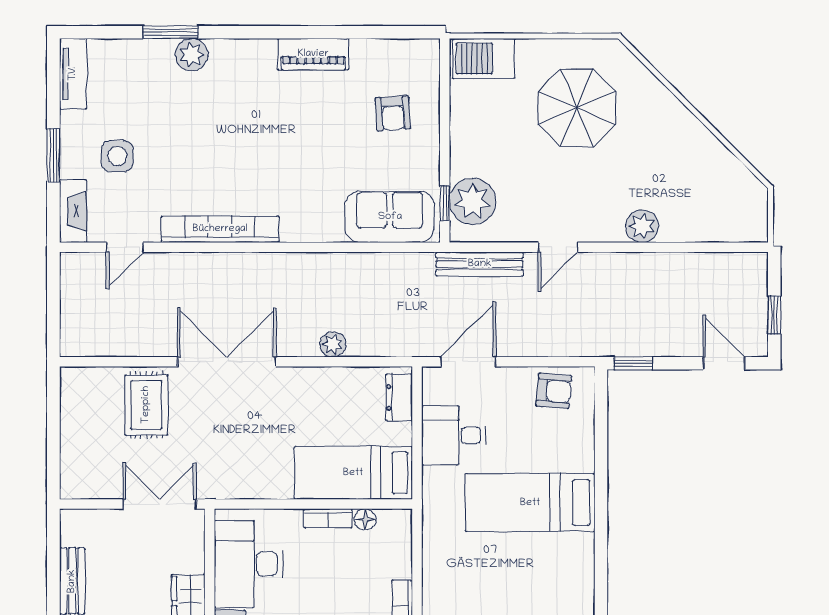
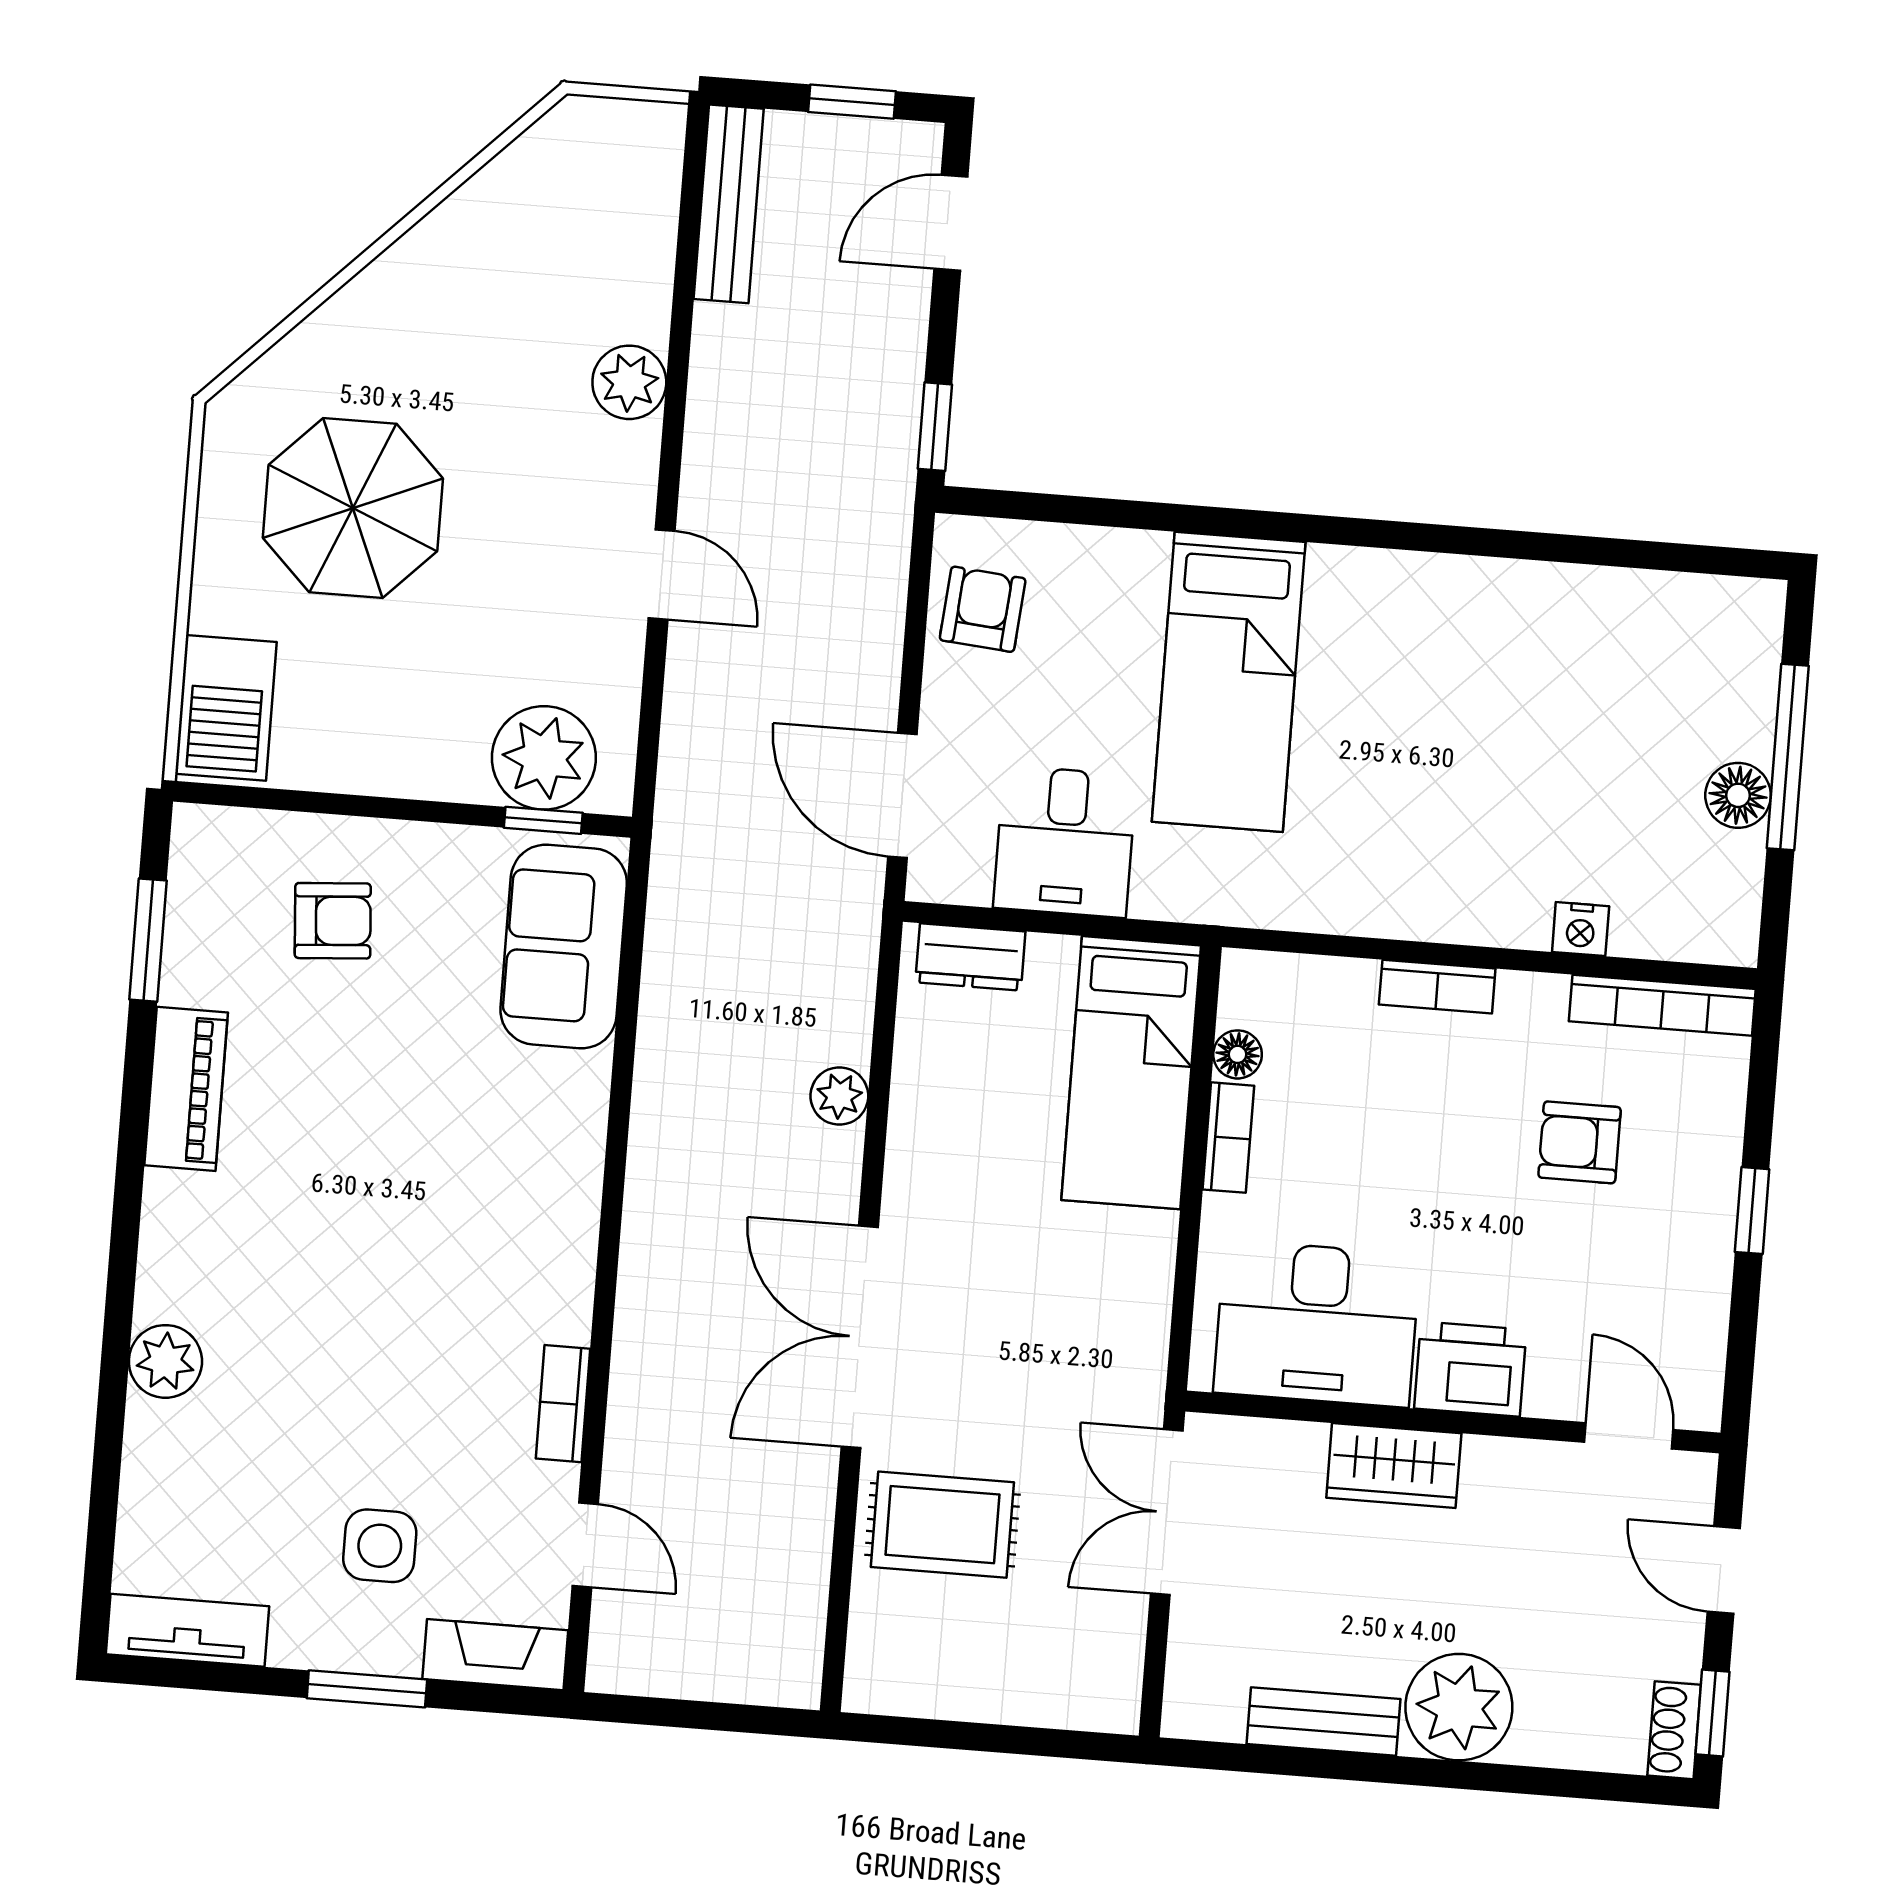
window: (171, 32) -> (148, 940), moved
bookcase: (220, 229) -> (563, 1404), width x0.43, depth x0.76
bench: (480, 264) -> (729, 204), moved

